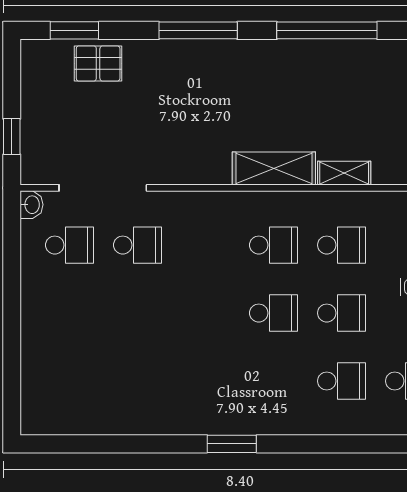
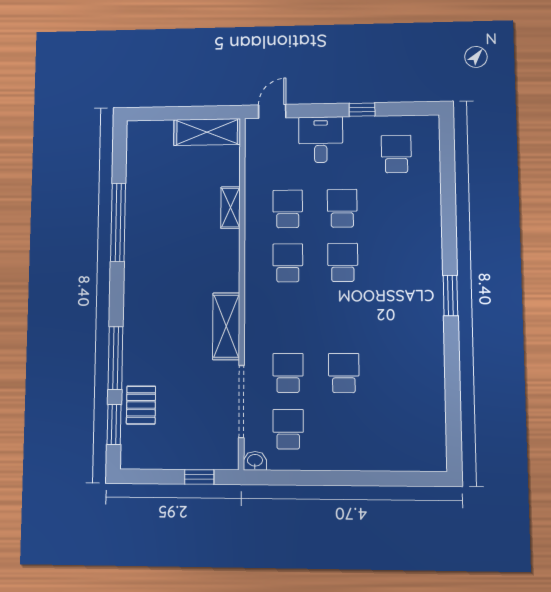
window: (198, 30) -> (115, 358), moved
shelving: (274, 168) -> (226, 326), moved
school desk: (342, 381) -> (344, 373), moved

